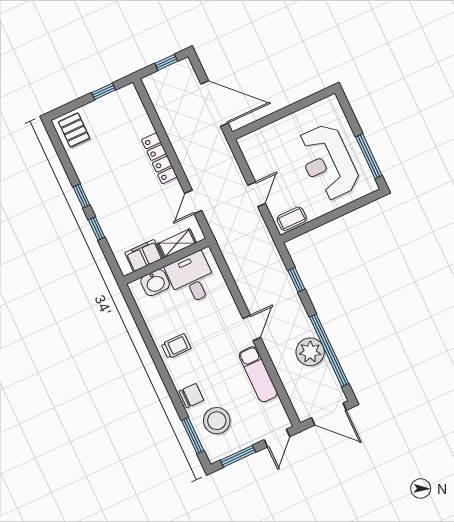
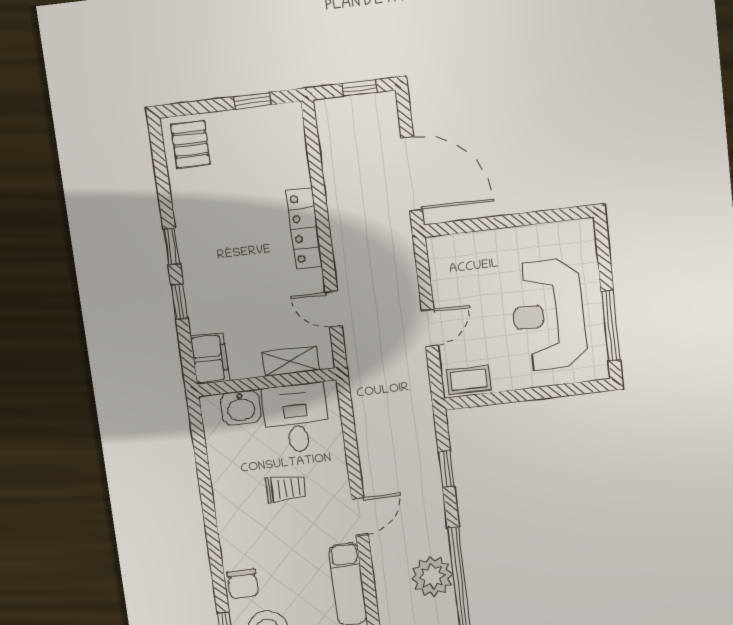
door: (193, 202) -> (334, 309), hinge flipped
filing cabinet: (144, 256) -> (210, 358), moved, turned 90
trolley: (176, 346) -> (286, 488), moved
chair: (191, 396) -> (243, 584), turned 90

